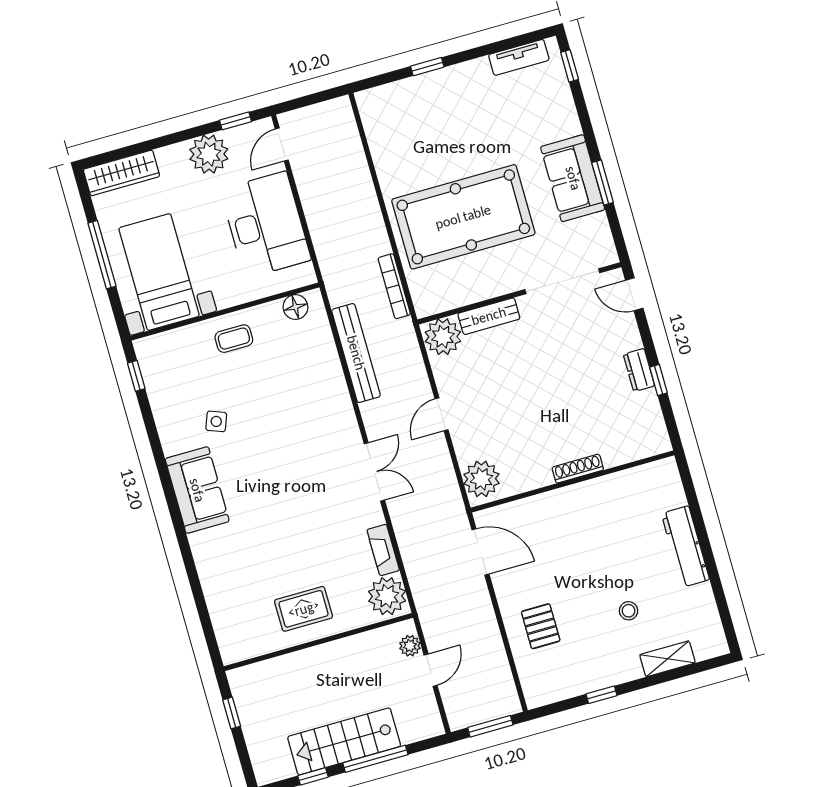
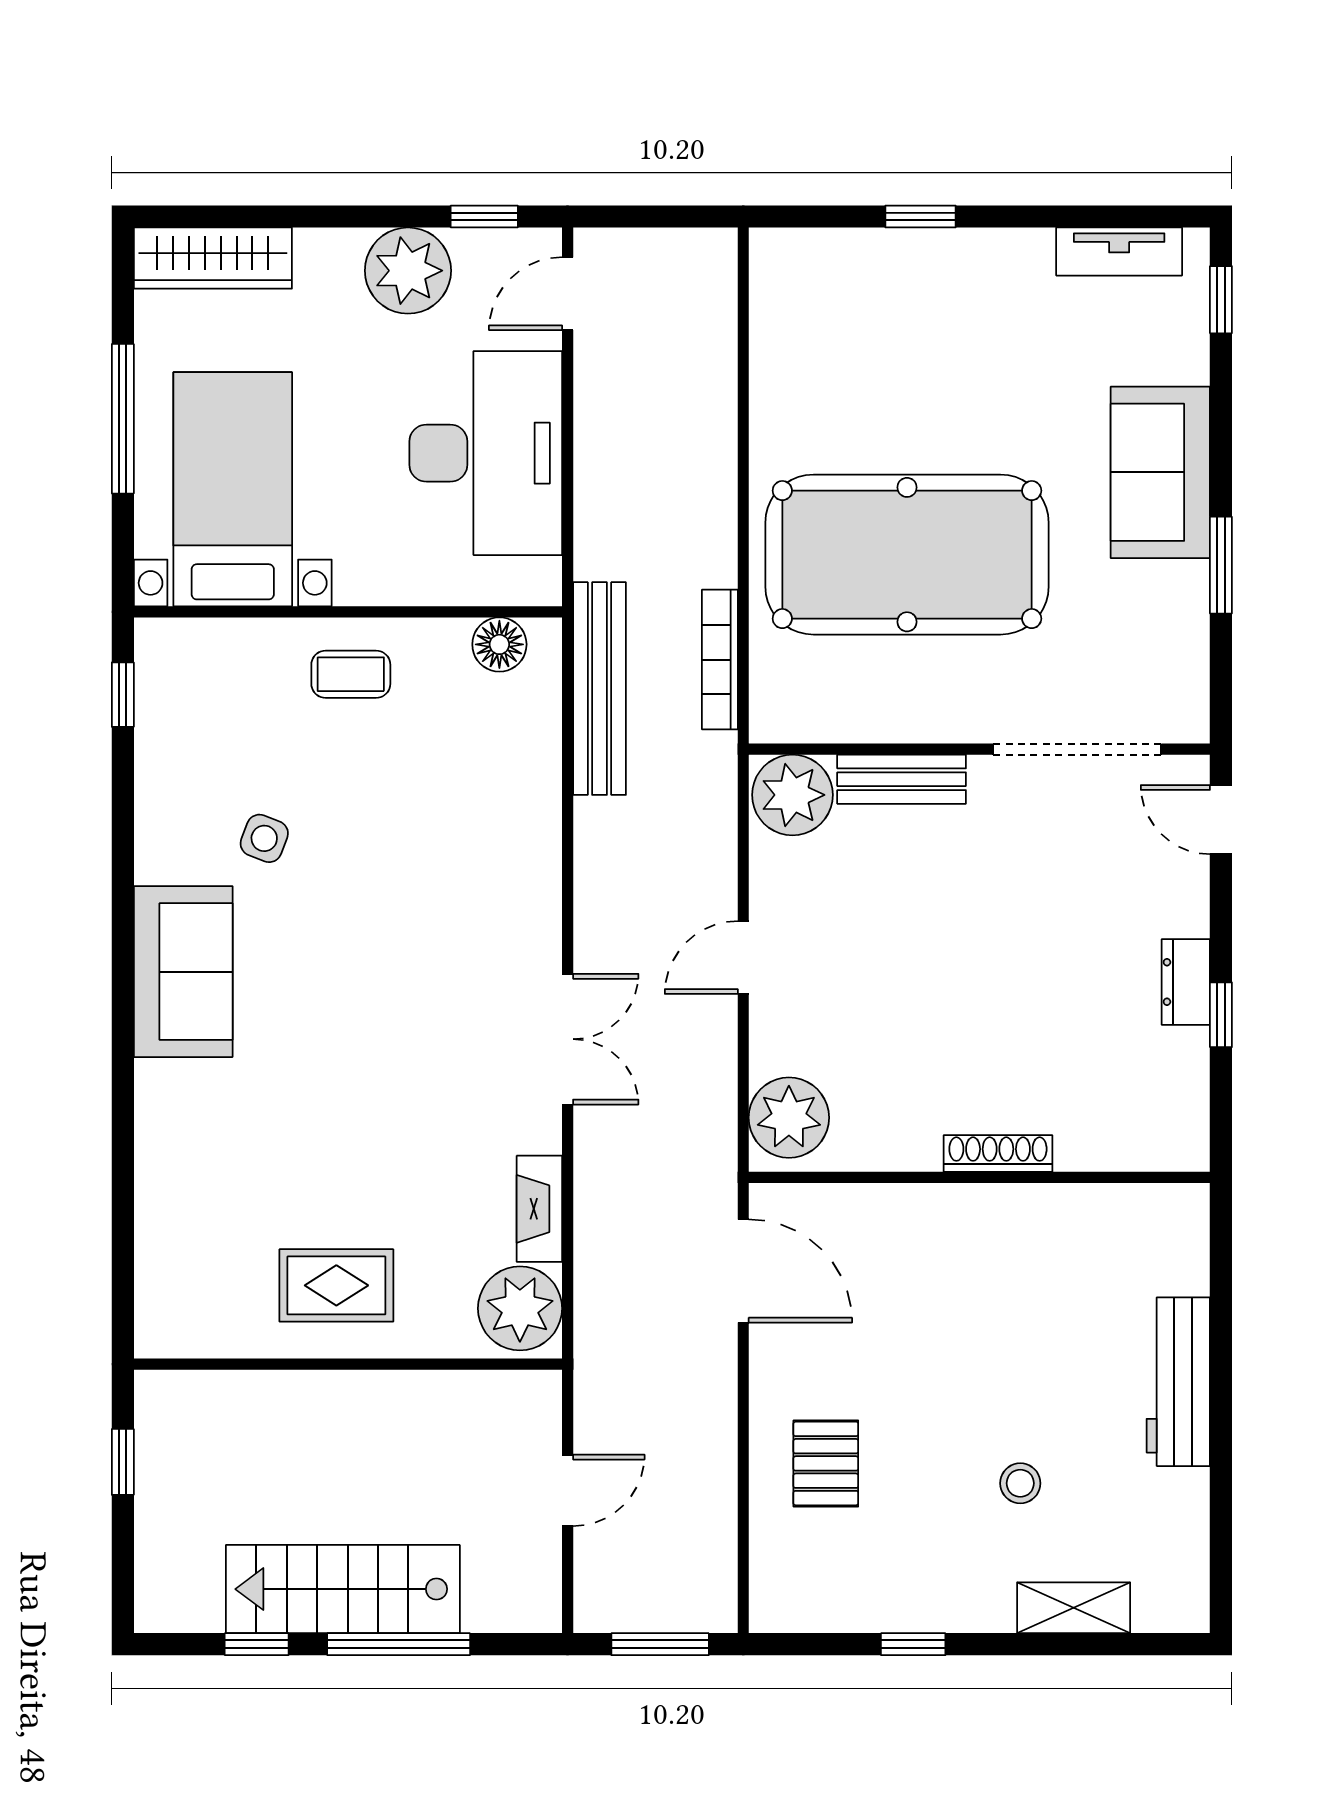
sofa: (573, 178) -> (1160, 472), moved
bench: (356, 353) -> (599, 689), moved
plant: (410, 646) -> (539, 1427), removed

